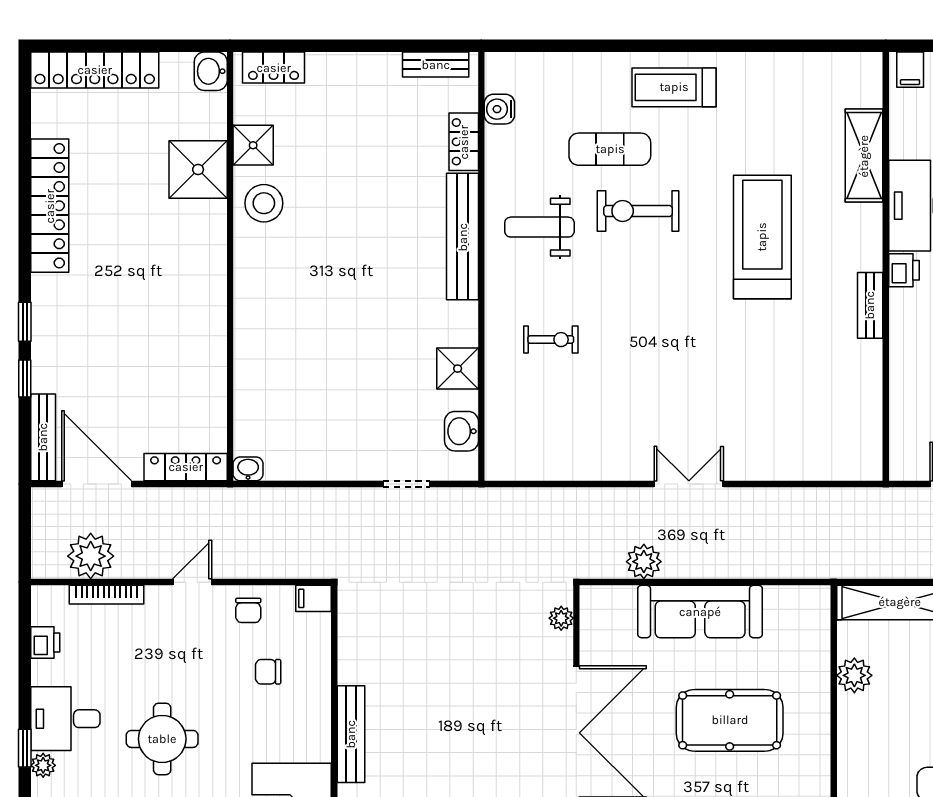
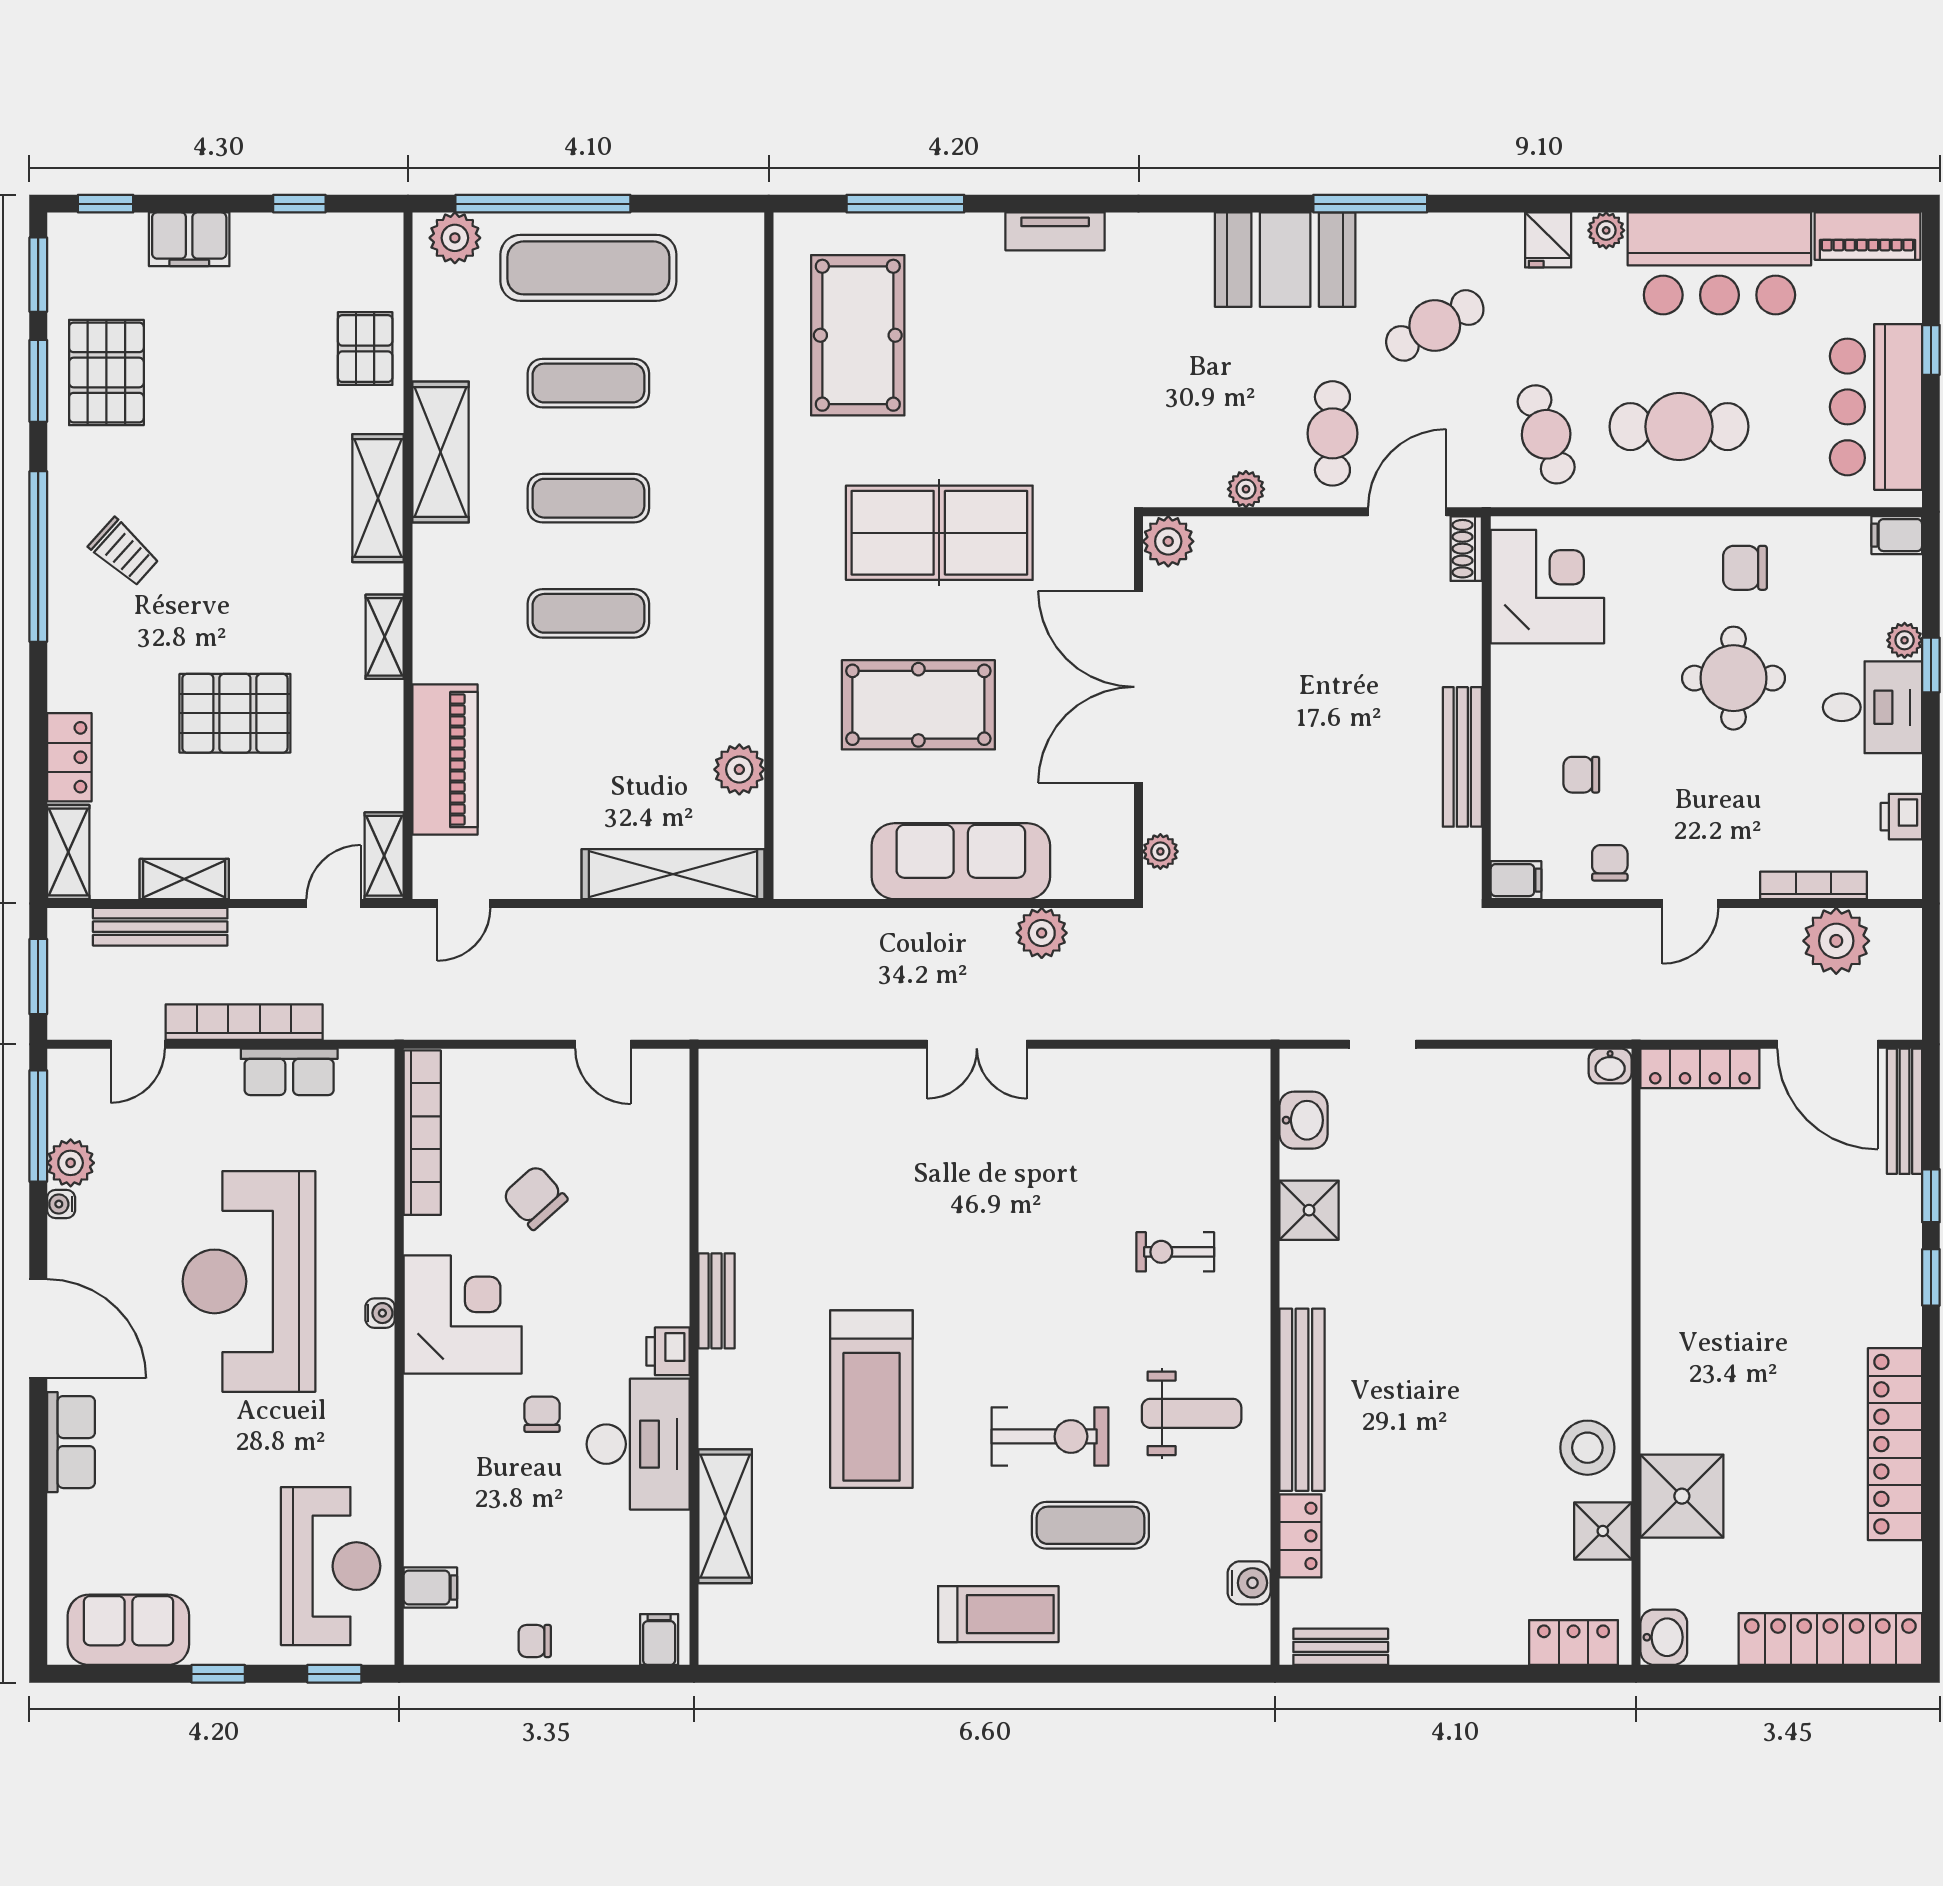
chair: (268, 672) -> (1581, 775), turned 180
bench: (351, 734) -> (1462, 757), moved

